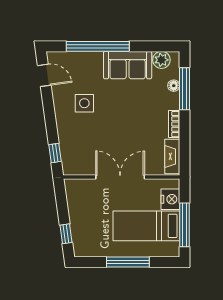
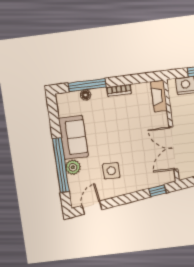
plant: (161, 60) -> (73, 167), moved
fireplace: (172, 156) -> (159, 96), moved, turned 90
double door: (120, 177) -> (173, 148), moved

